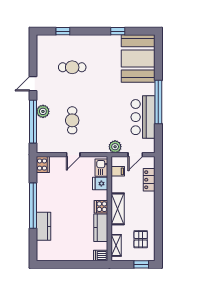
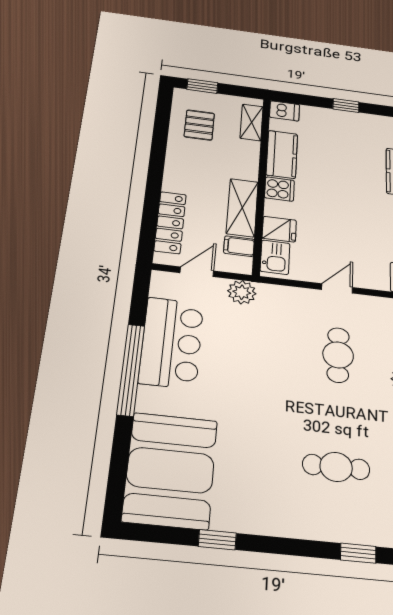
locker: (149, 180) -> (170, 222), width x1.53
shelving: (118, 209) -> (242, 208), moved
window: (71, 264) -> (346, 106), added

